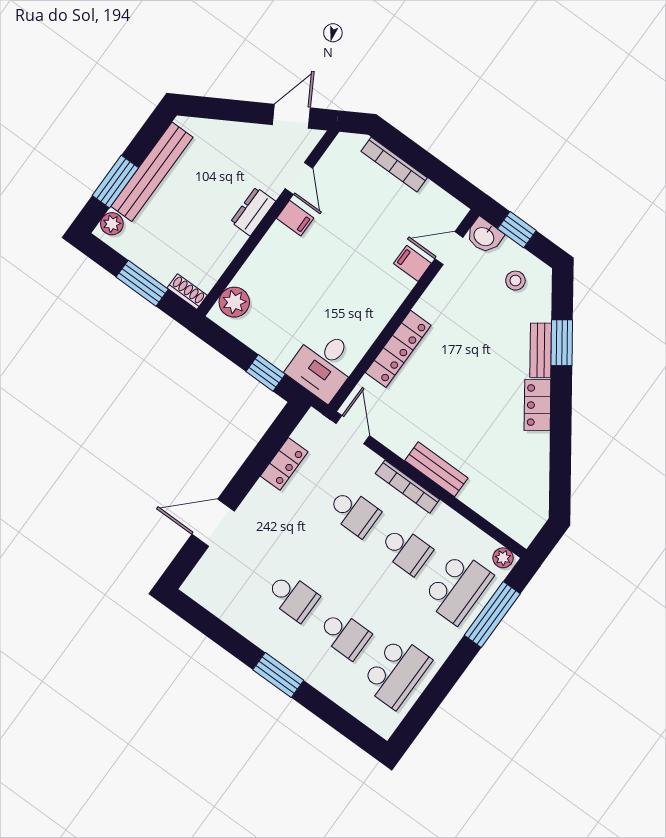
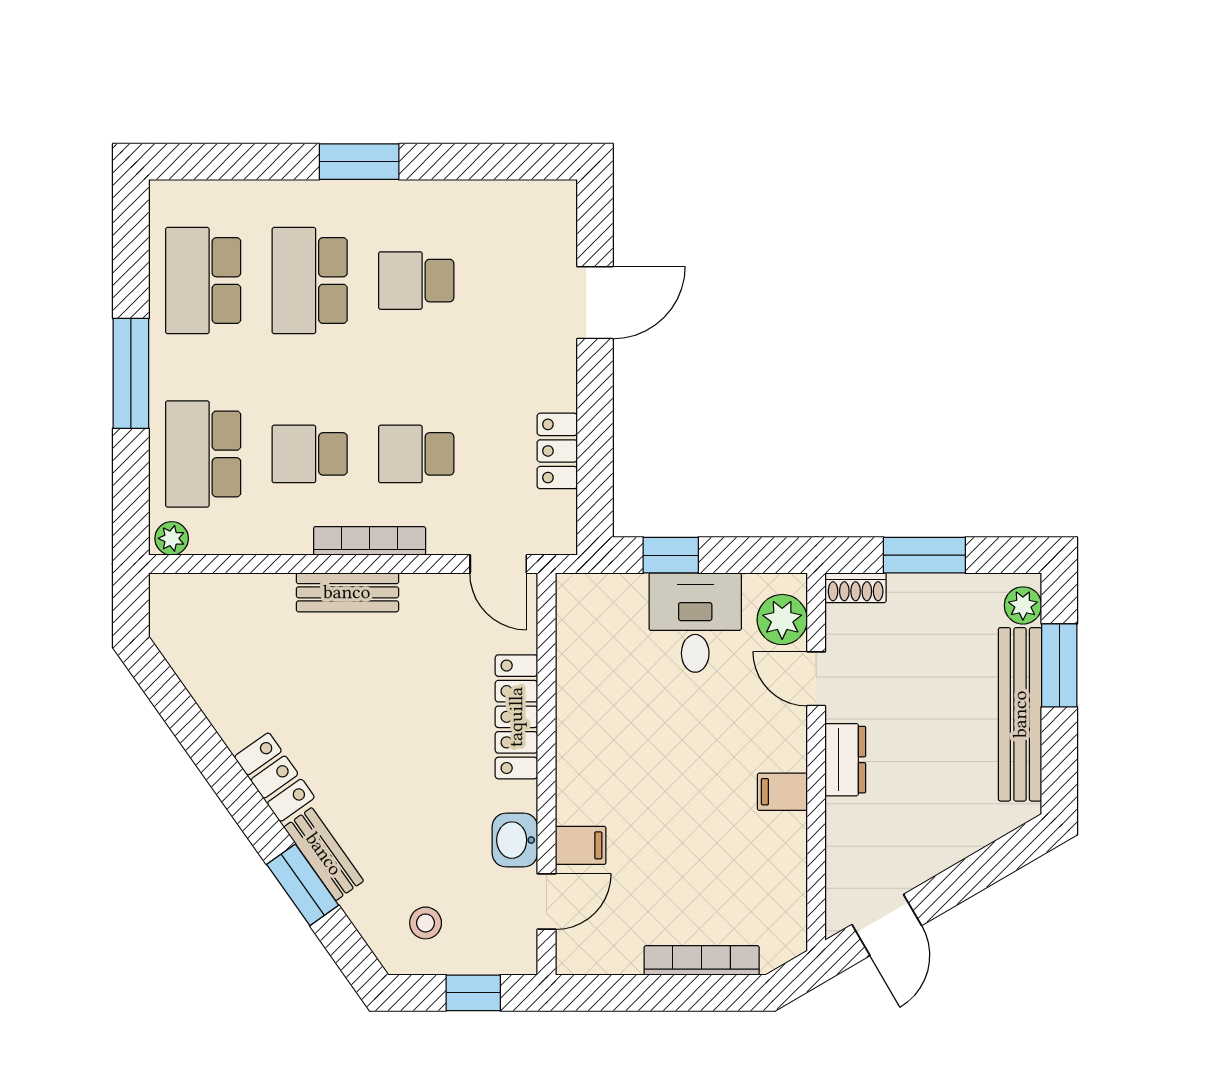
door: (299, 178) -> (816, 679), moved
washbasin: (484, 236) -> (515, 840), moved, turned -90
desk: (323, 365) -> (695, 623), moved
window: (492, 615) -> (131, 373), moved
school desk: (344, 635) -> (310, 281), width x1.85

